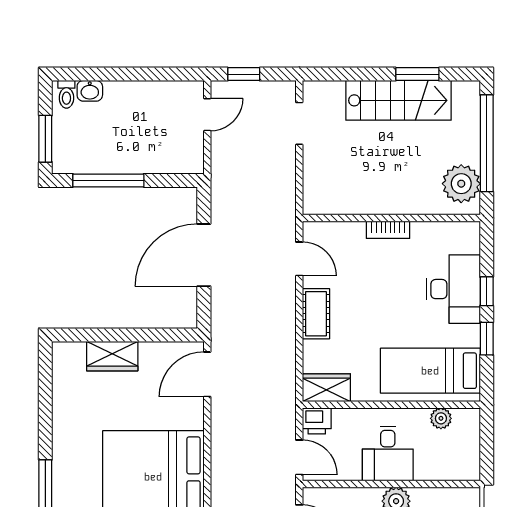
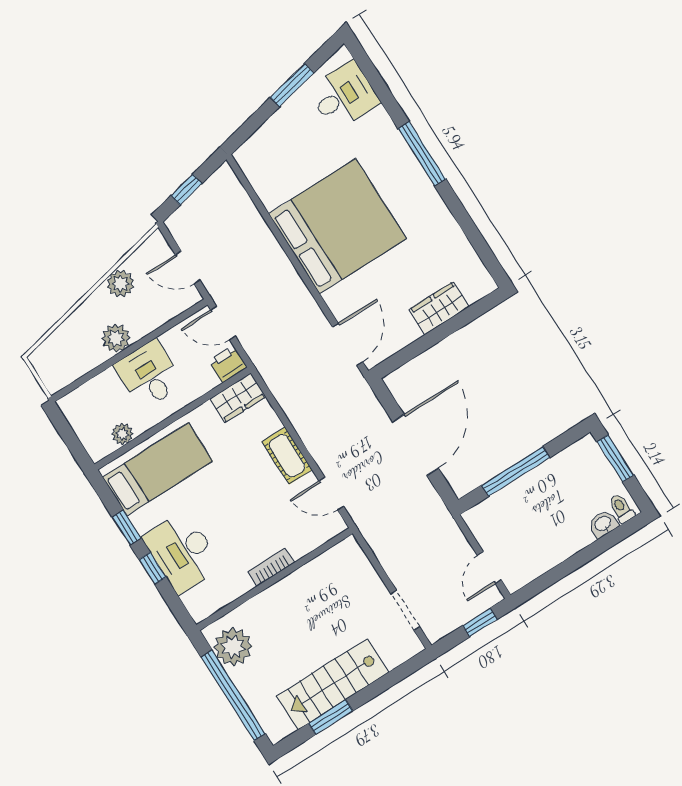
window: (108, 180) -> (516, 471), moved

